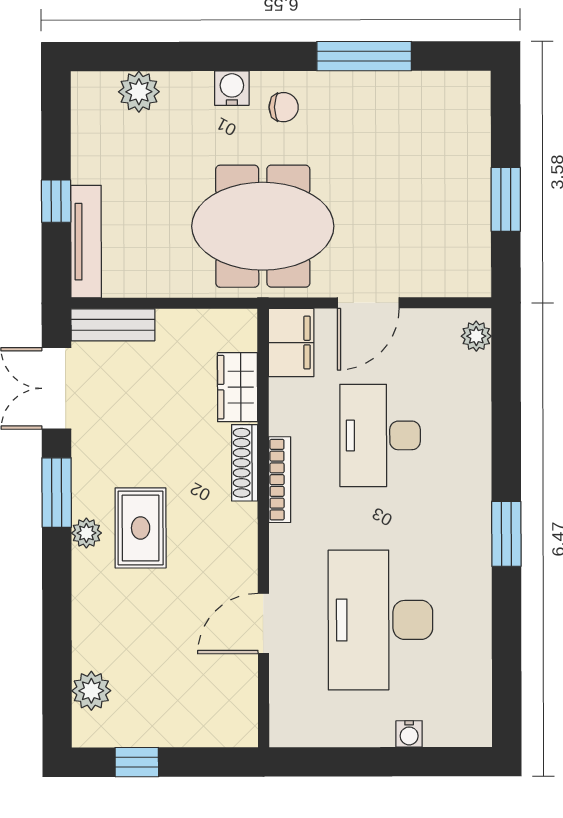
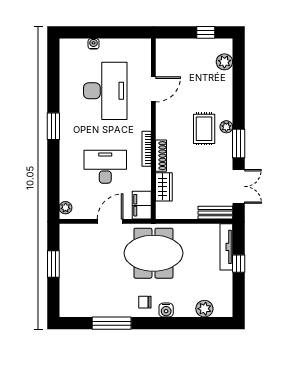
desk: (380, 435) -> (105, 167), turned -90

